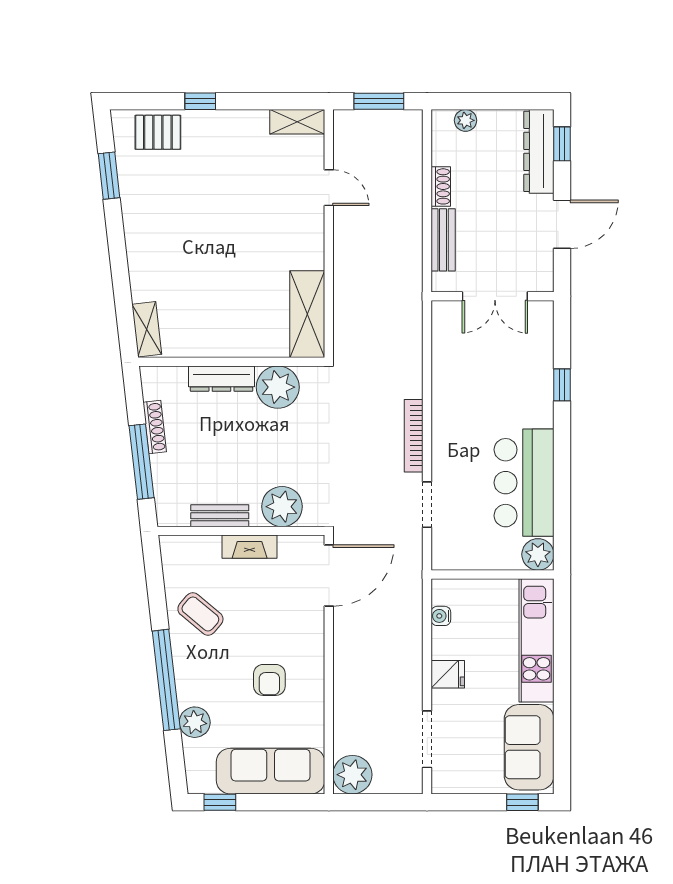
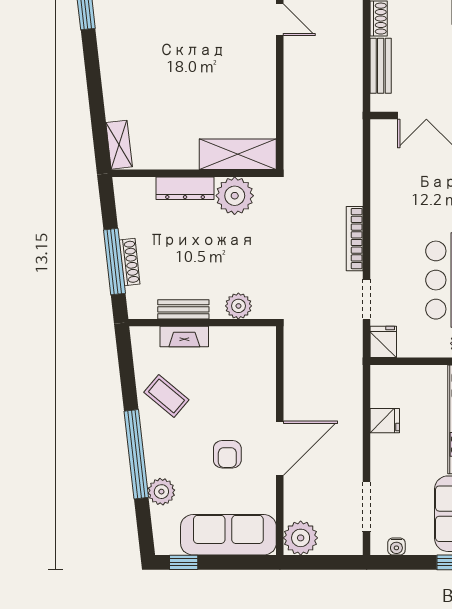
shelving: (307, 314) -> (238, 154), moved, turned 90
shoe rack: (155, 427) -> (130, 262), moved
plant: (282, 507) -> (238, 306), width x0.73, depth x0.73
fireplace: (250, 547) -> (184, 337), moved
fridge: (446, 553) -> (383, 342), added
door: (329, 576) -> (280, 448), moved
water cooler: (441, 616) -> (396, 546), moved, turned -90
fridge: (448, 674) -> (385, 421), moved

